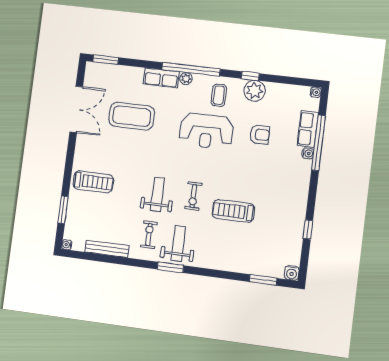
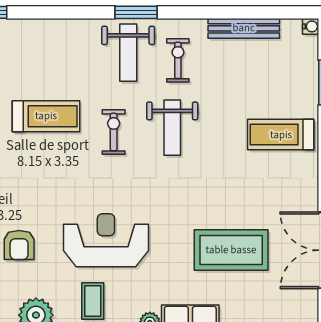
armchair: (260, 135) -> (19, 245), turned -90
exercise bike: (149, 235) -> (178, 60), turned 180

